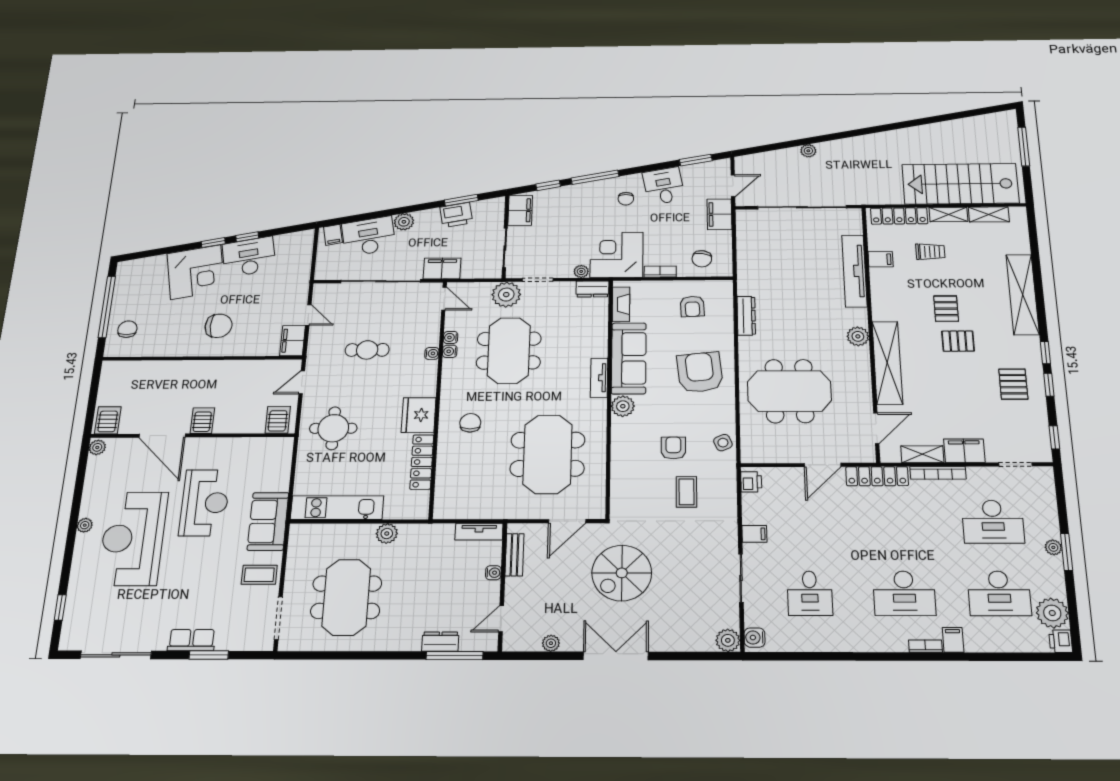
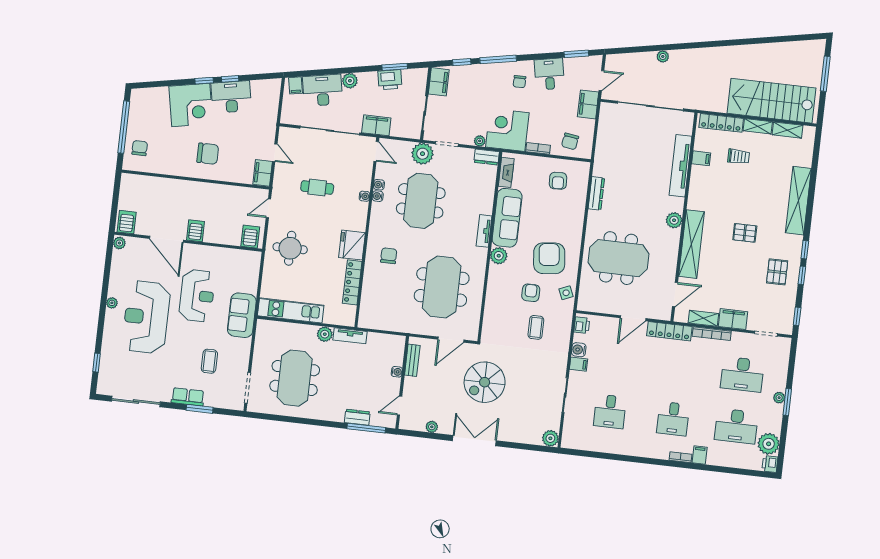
pallet: (946, 309) -> (741, 205), removed
armchair: (700, 372) -> (549, 258), moved
tv unit: (479, 532) -> (350, 336), moved
coffee table: (259, 575) -> (209, 361), moved, turned 90
desk: (904, 593) -> (673, 419), width x0.73
water cooler: (755, 638) -> (579, 350), moved

